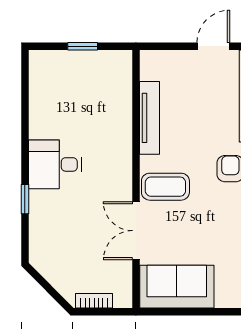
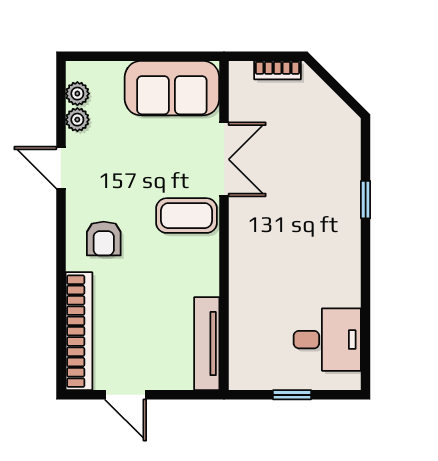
door: (213, 46) -> (125, 395), hinge flipped
tv unit: (149, 118) -> (207, 344), moved
desk: (55, 164) -> (327, 340), moved

